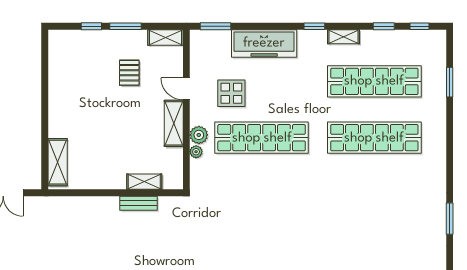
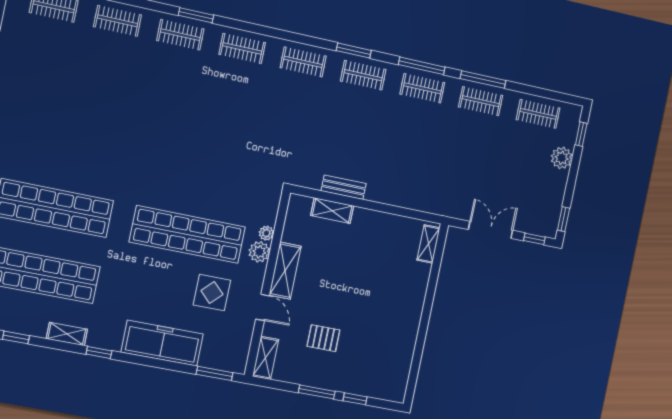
shelving: (166, 37) -> (266, 358), moved, turned 90
pallet: (129, 73) -> (323, 338), turned 90
shelving: (58, 162) -> (428, 244), width x0.67, depth x0.75

